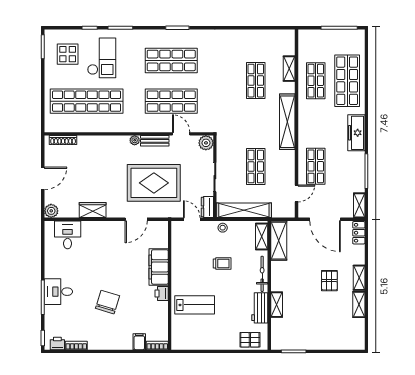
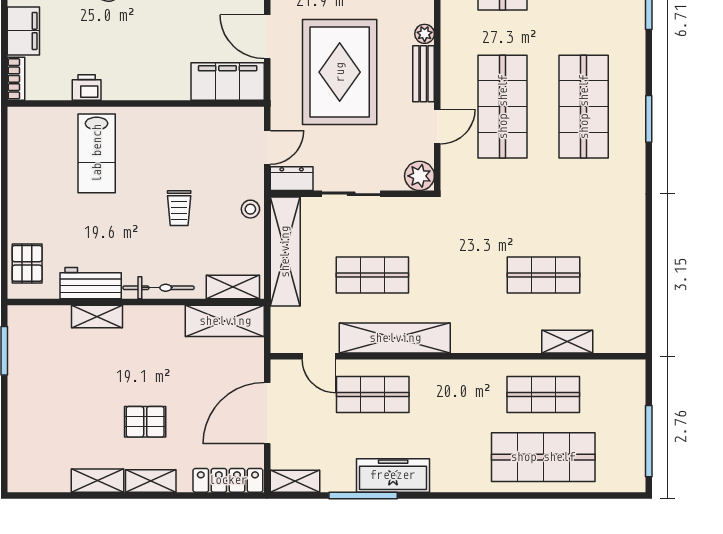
shelving: (287, 122) -> (395, 338), moved
freezer: (356, 133) -> (393, 475), moved
locker: (359, 233) -> (228, 480), width x1.53
filing cabinet: (159, 267) -> (228, 82), moved
printer: (162, 293) -> (87, 87), moved
filing cabinet: (139, 342) -> (23, 31), width x2.00

